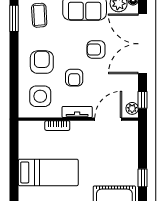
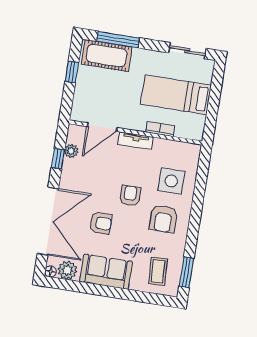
tv unit: (77, 112) -> (136, 141), moved
wall: (78, 119) -> (135, 132), moved
door: (108, 119) -> (102, 127), moved
bookcase: (57, 126) -> (160, 129), moved

